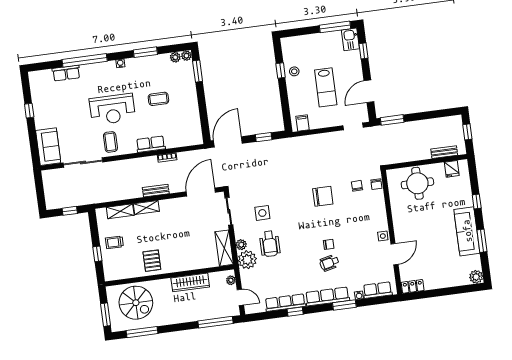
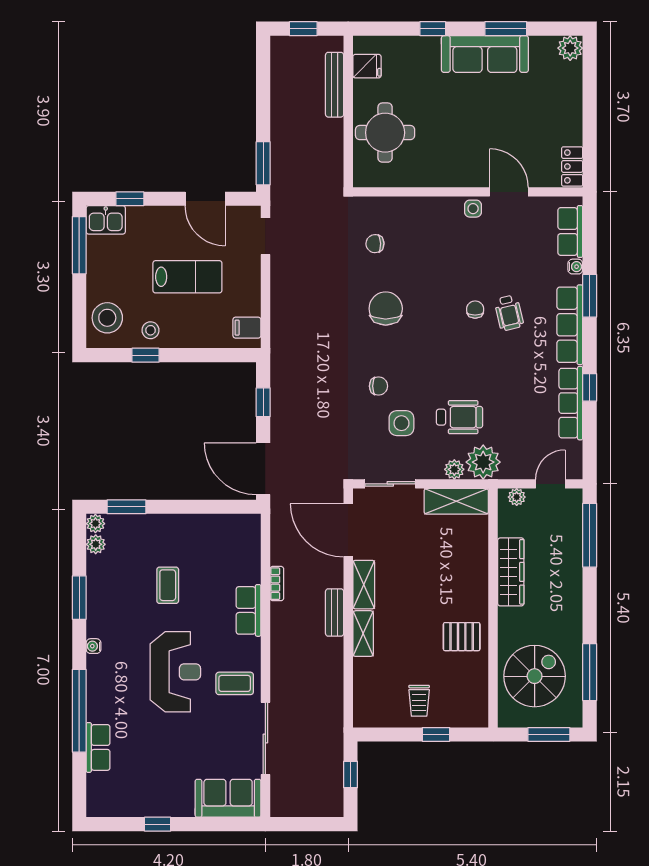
stool: (298, 47) -> (107, 318), added
bench: (444, 152) -> (335, 85), width x1.36
chair: (376, 184) -> (378, 386), moved
shelving: (120, 211) -> (364, 585), moved

